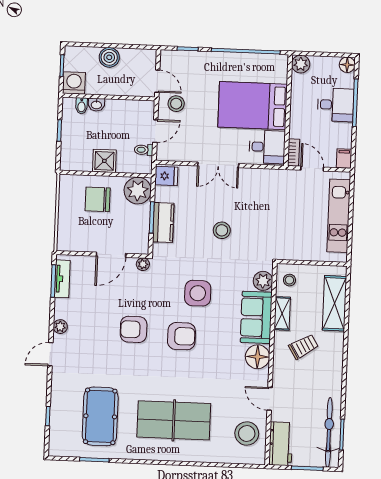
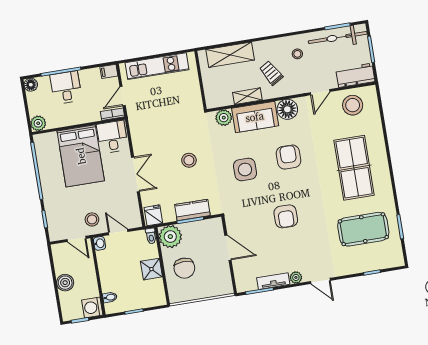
door: (157, 81) -> (77, 239), swing flipped
washbasin: (96, 105) -> (99, 243), moved
toilet: (144, 150) -> (151, 236), moved
plant: (143, 264) -> (230, 220), removed
tv unit: (62, 279) -> (273, 281), moved
stool: (289, 280) -> (297, 54), moved
armchair: (181, 336) -> (288, 157), moved

